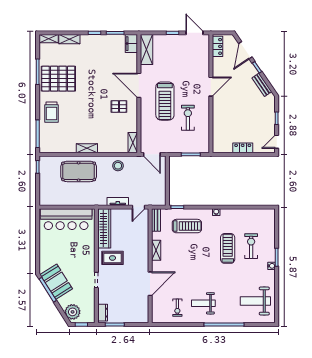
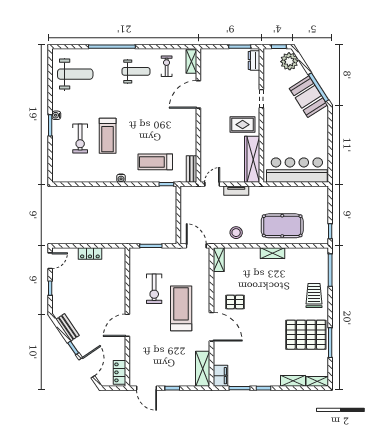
shelving: (156, 250) -> (191, 62), moved

